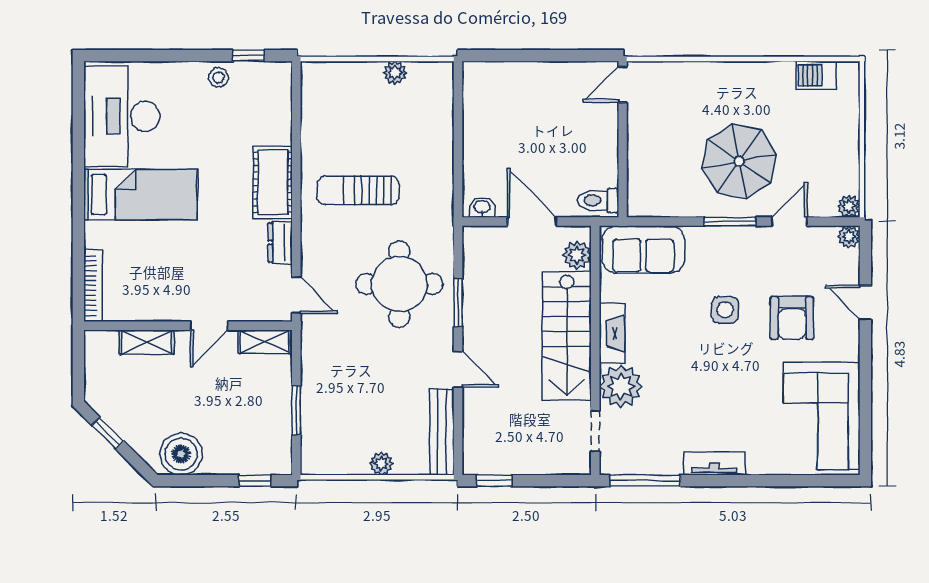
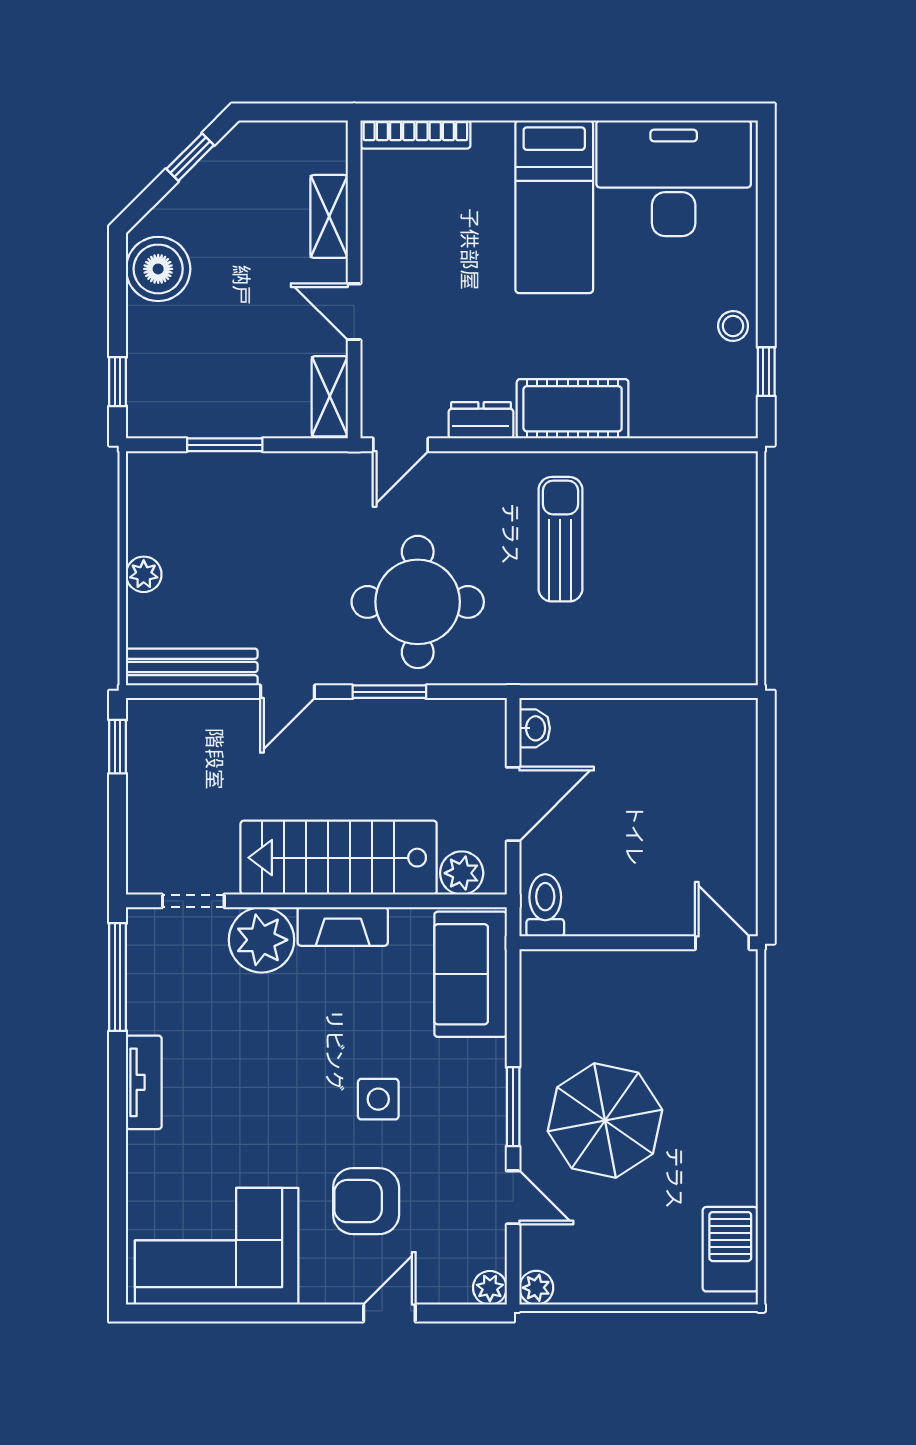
plant: (395, 73) -> (740, 595), removed
barbecue: (816, 75) -> (730, 1249), width x1.38, depth x1.27

